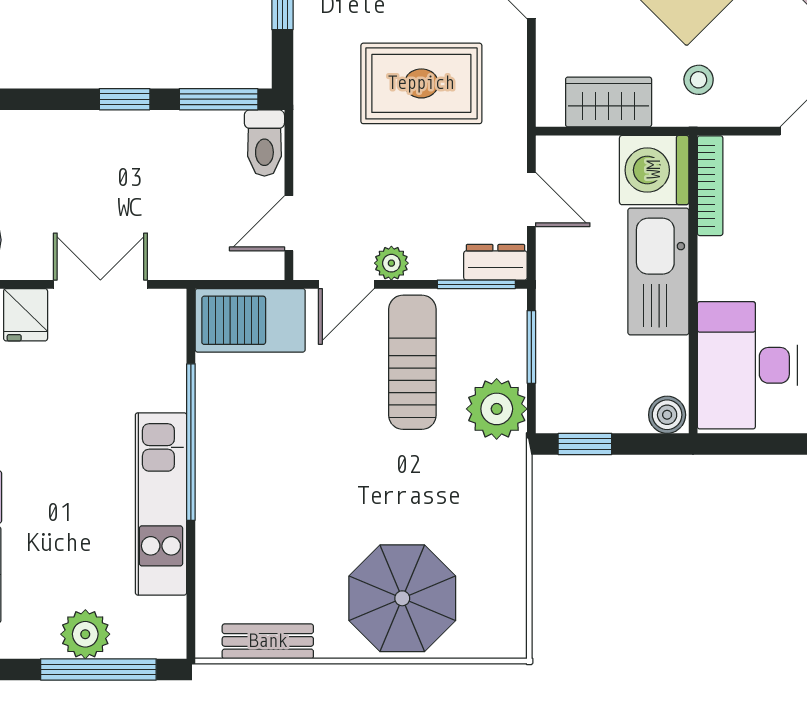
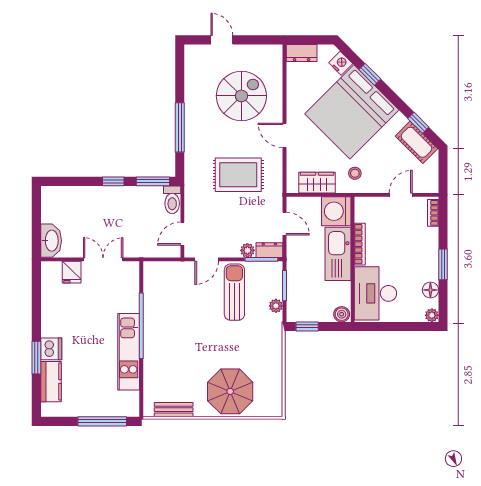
bookcase: (710, 186) -> (360, 244), moved
plant: (391, 263) -> (247, 250), moved
barbecue: (250, 320) -> (166, 274), removed
plant: (497, 409) -> (276, 306), width x0.53, depth x0.53
plant: (85, 634) -> (97, 407), removed

